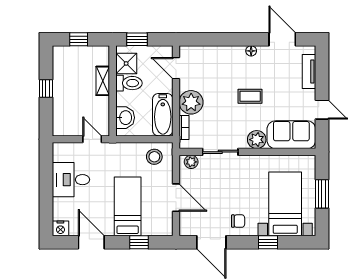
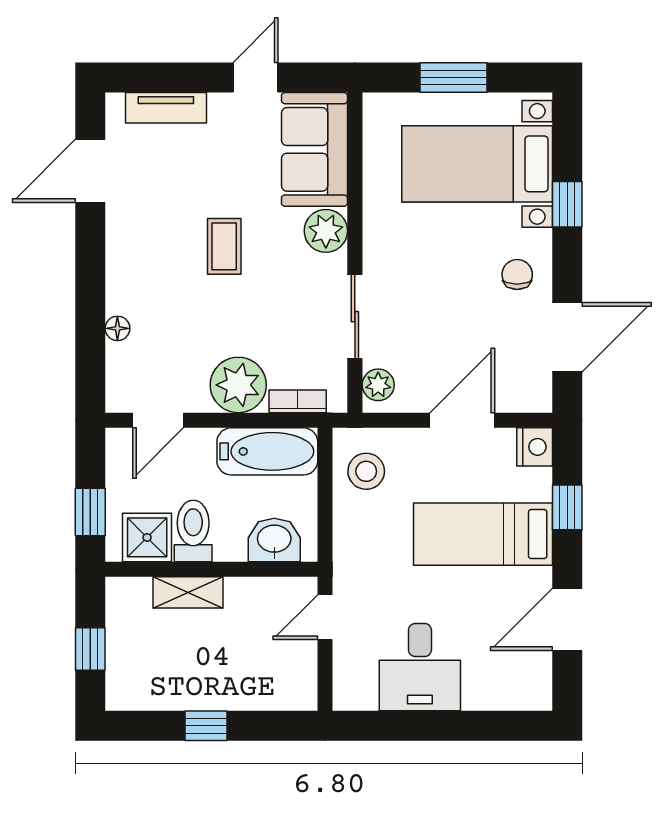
floor lamp: (251, 51) -> (117, 328), moved
nightstand: (60, 228) -> (535, 447), moved

